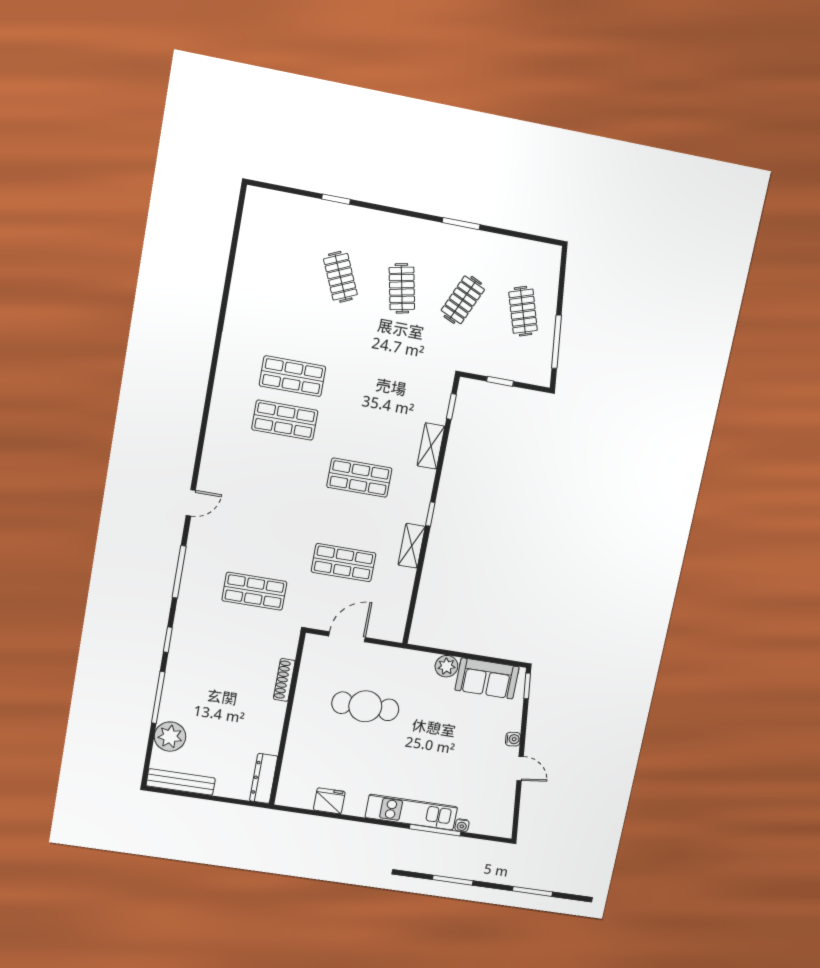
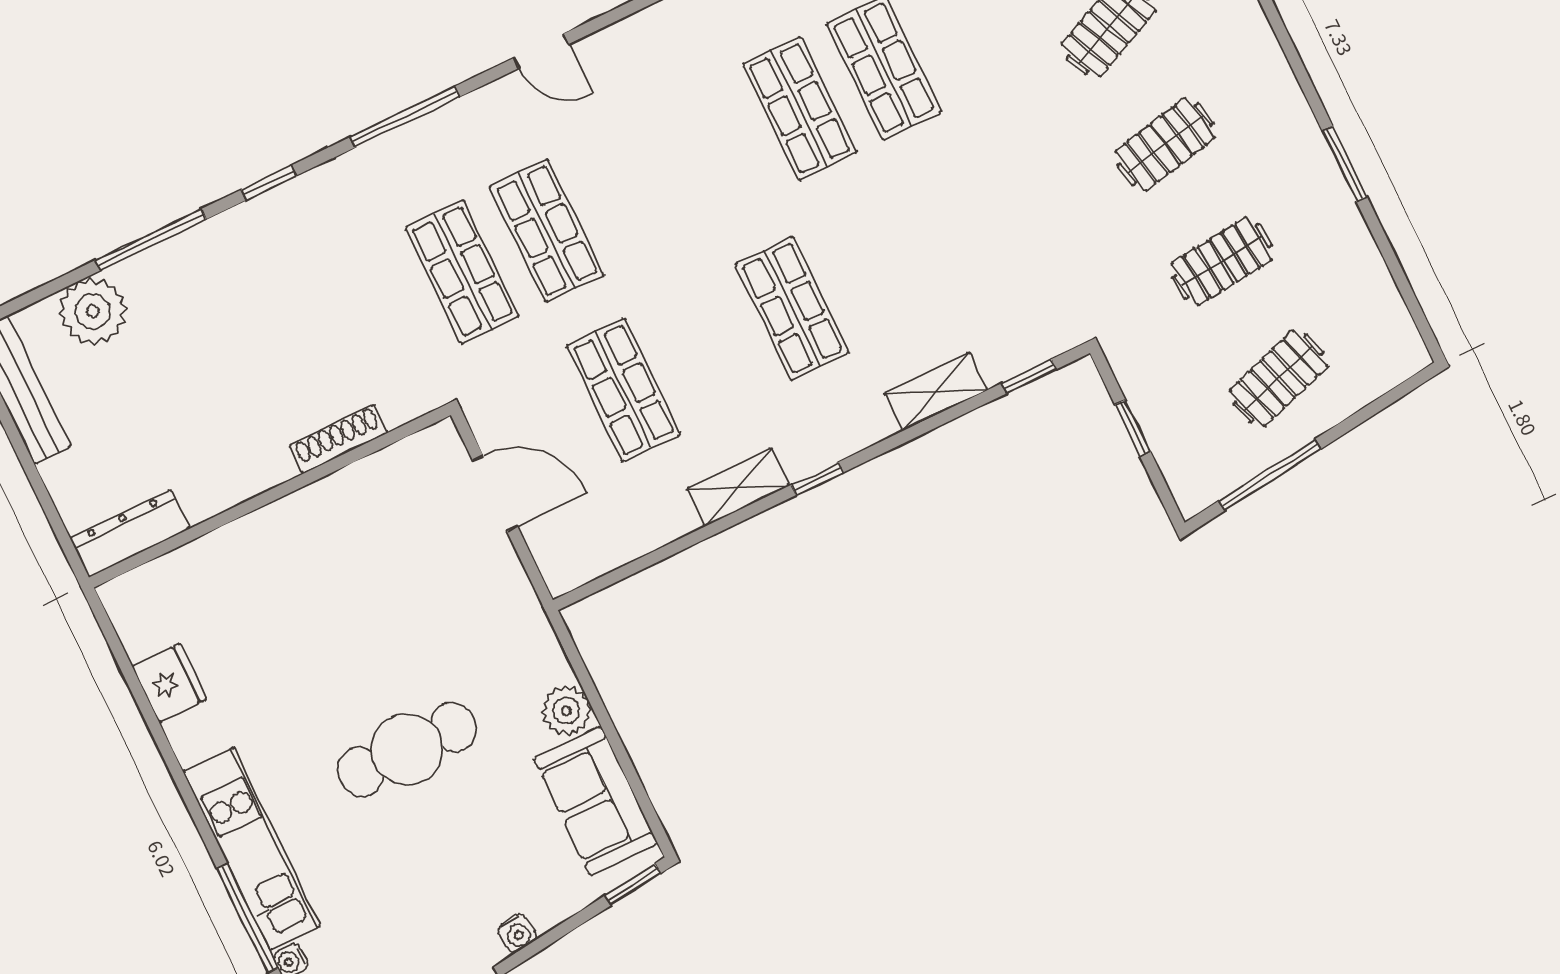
clothes rail: (463, 300) -> (1222, 261), turned -30
shop shelf: (262, 549) -> (547, 231), added
cafe table: (365, 706) -> (407, 749), moved, turned 90

